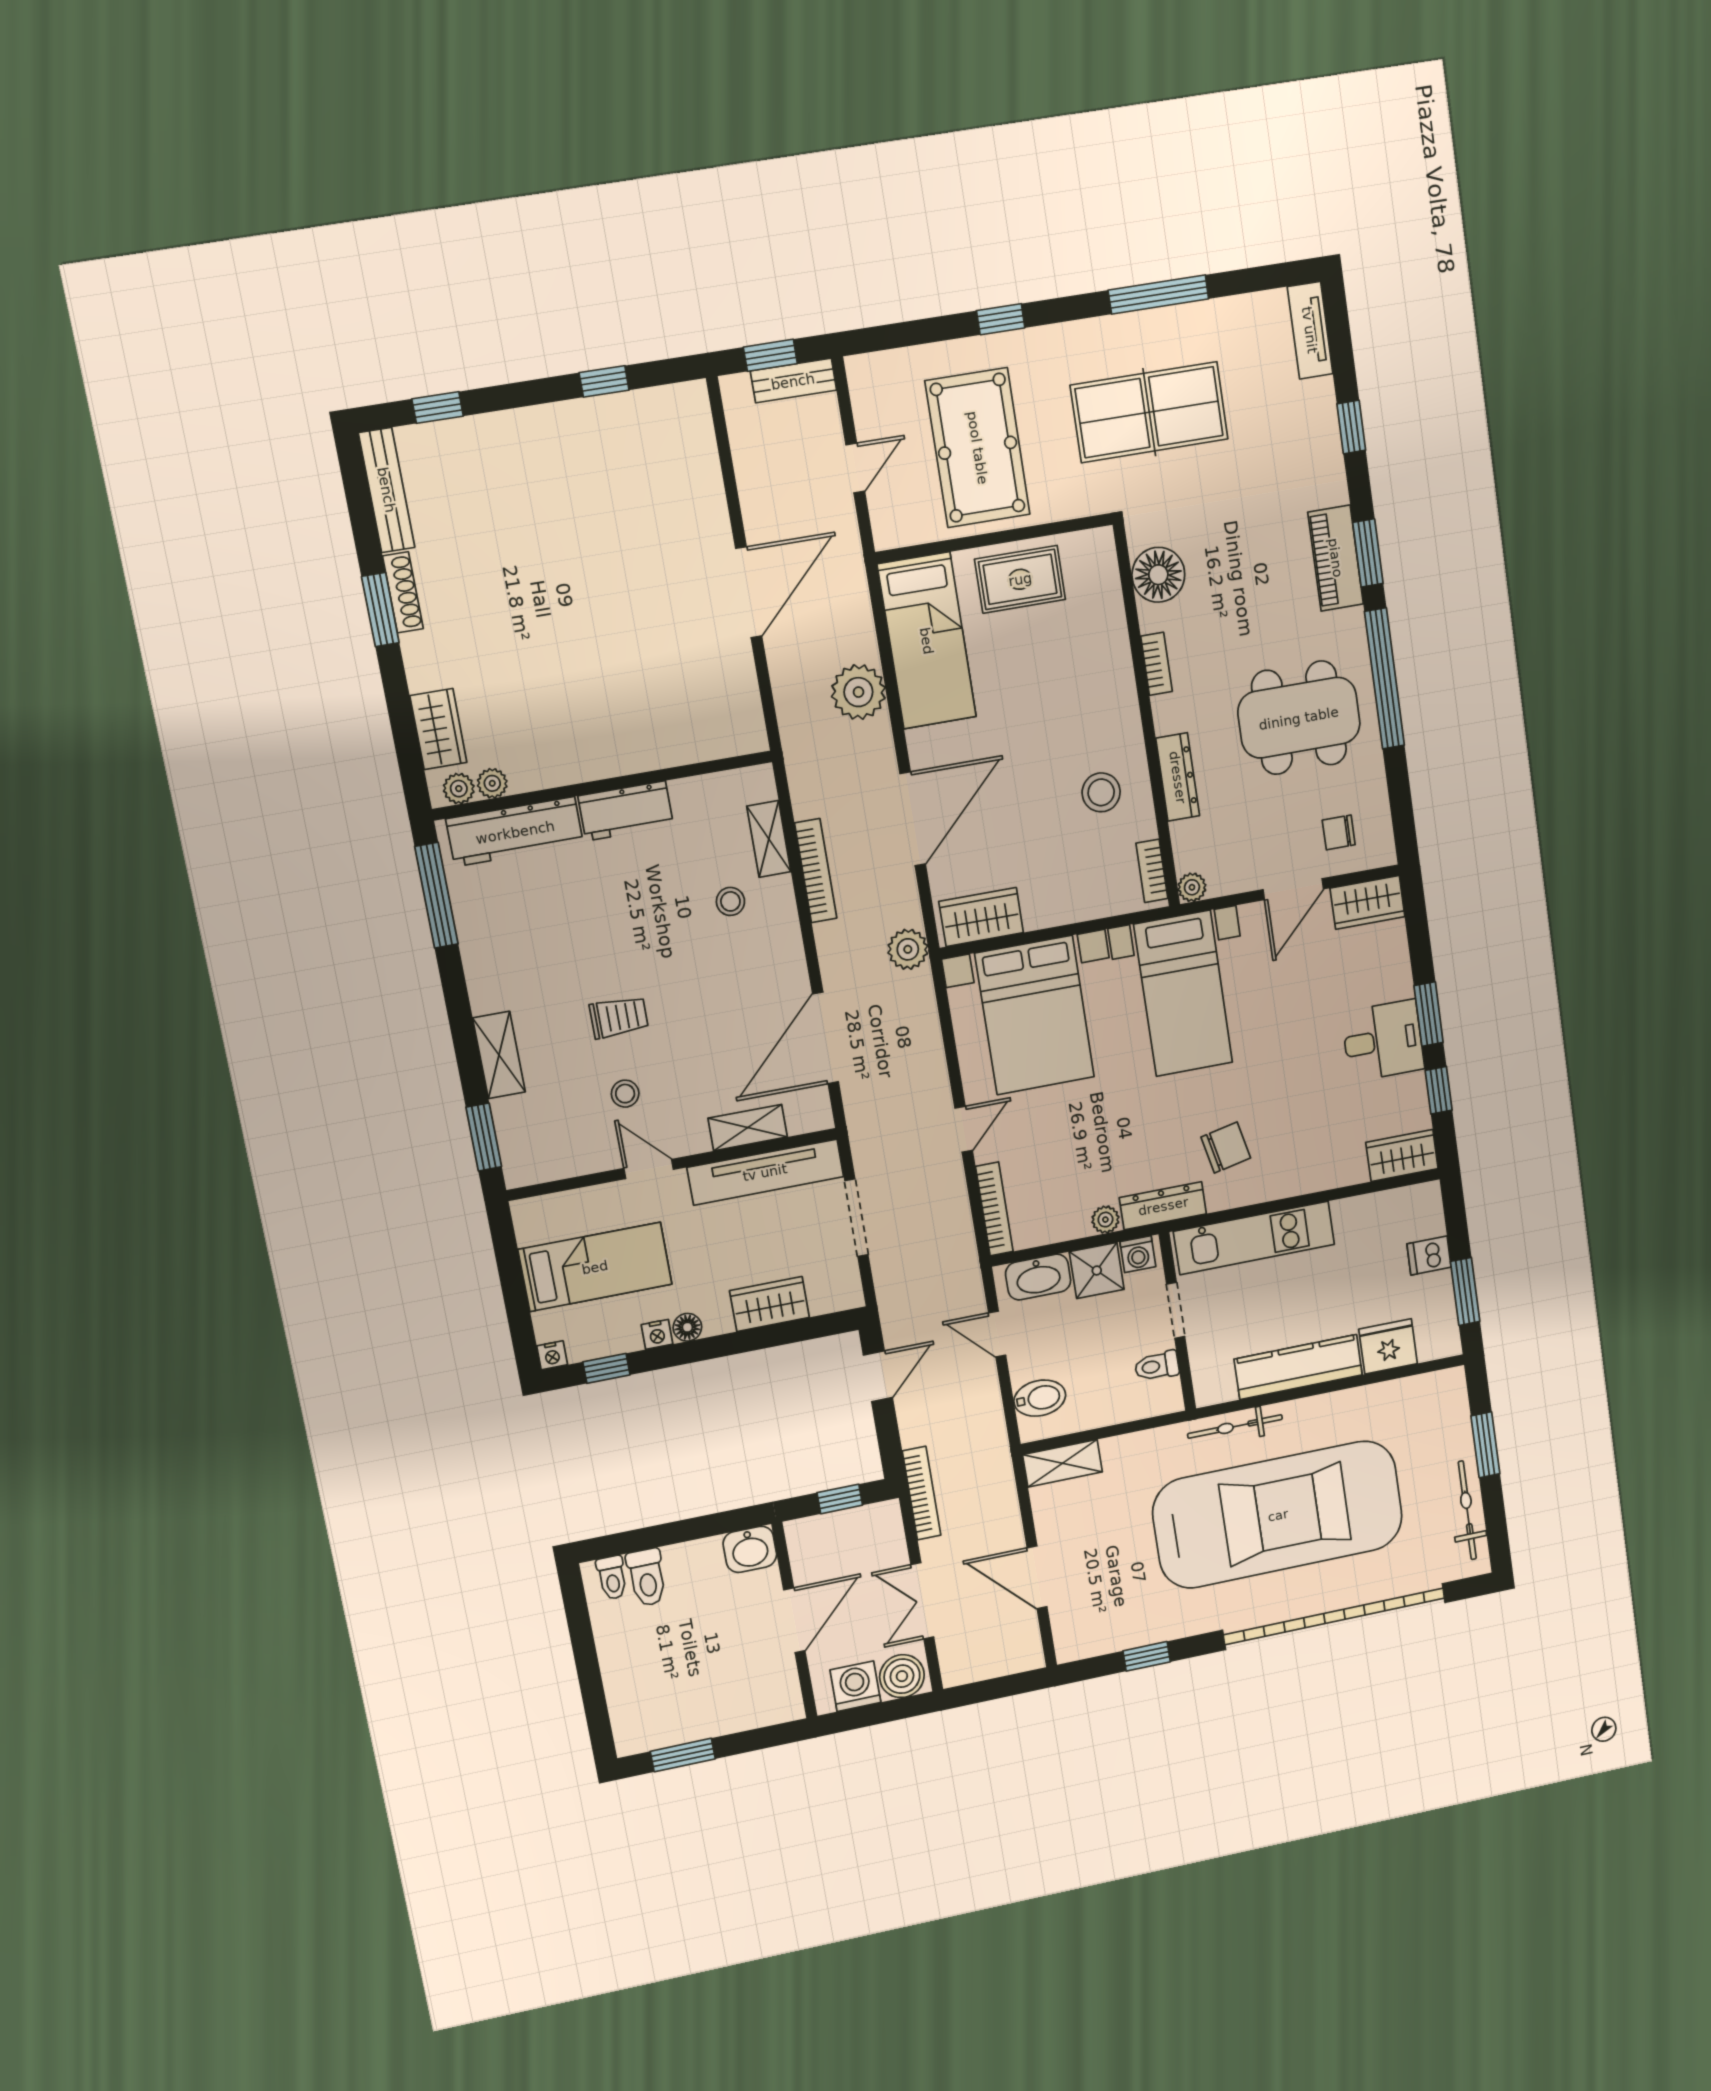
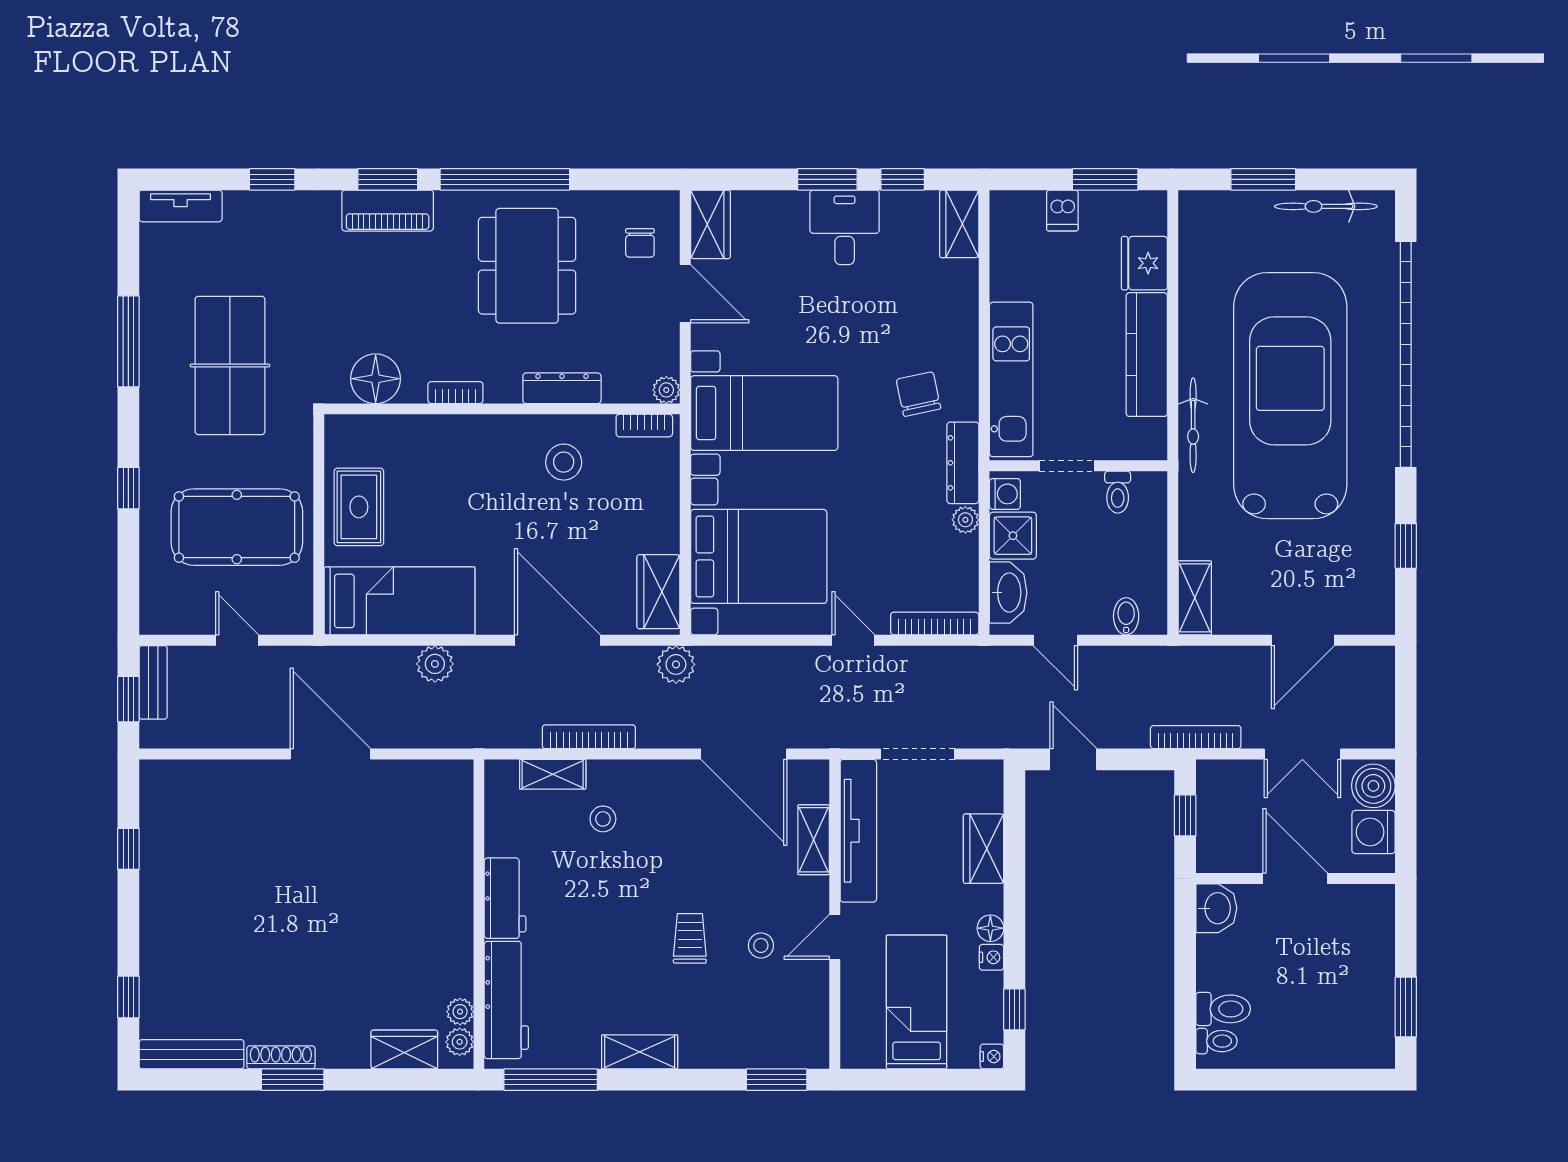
plant: (858, 692) -> (435, 664), width x0.73, depth x0.73
shelving: (499, 1055) -> (640, 1052), moved
door: (997, 1334) -> (1055, 640), hinge flipped
bidet: (1040, 1398) -> (1126, 616), width x0.72, depth x0.74

